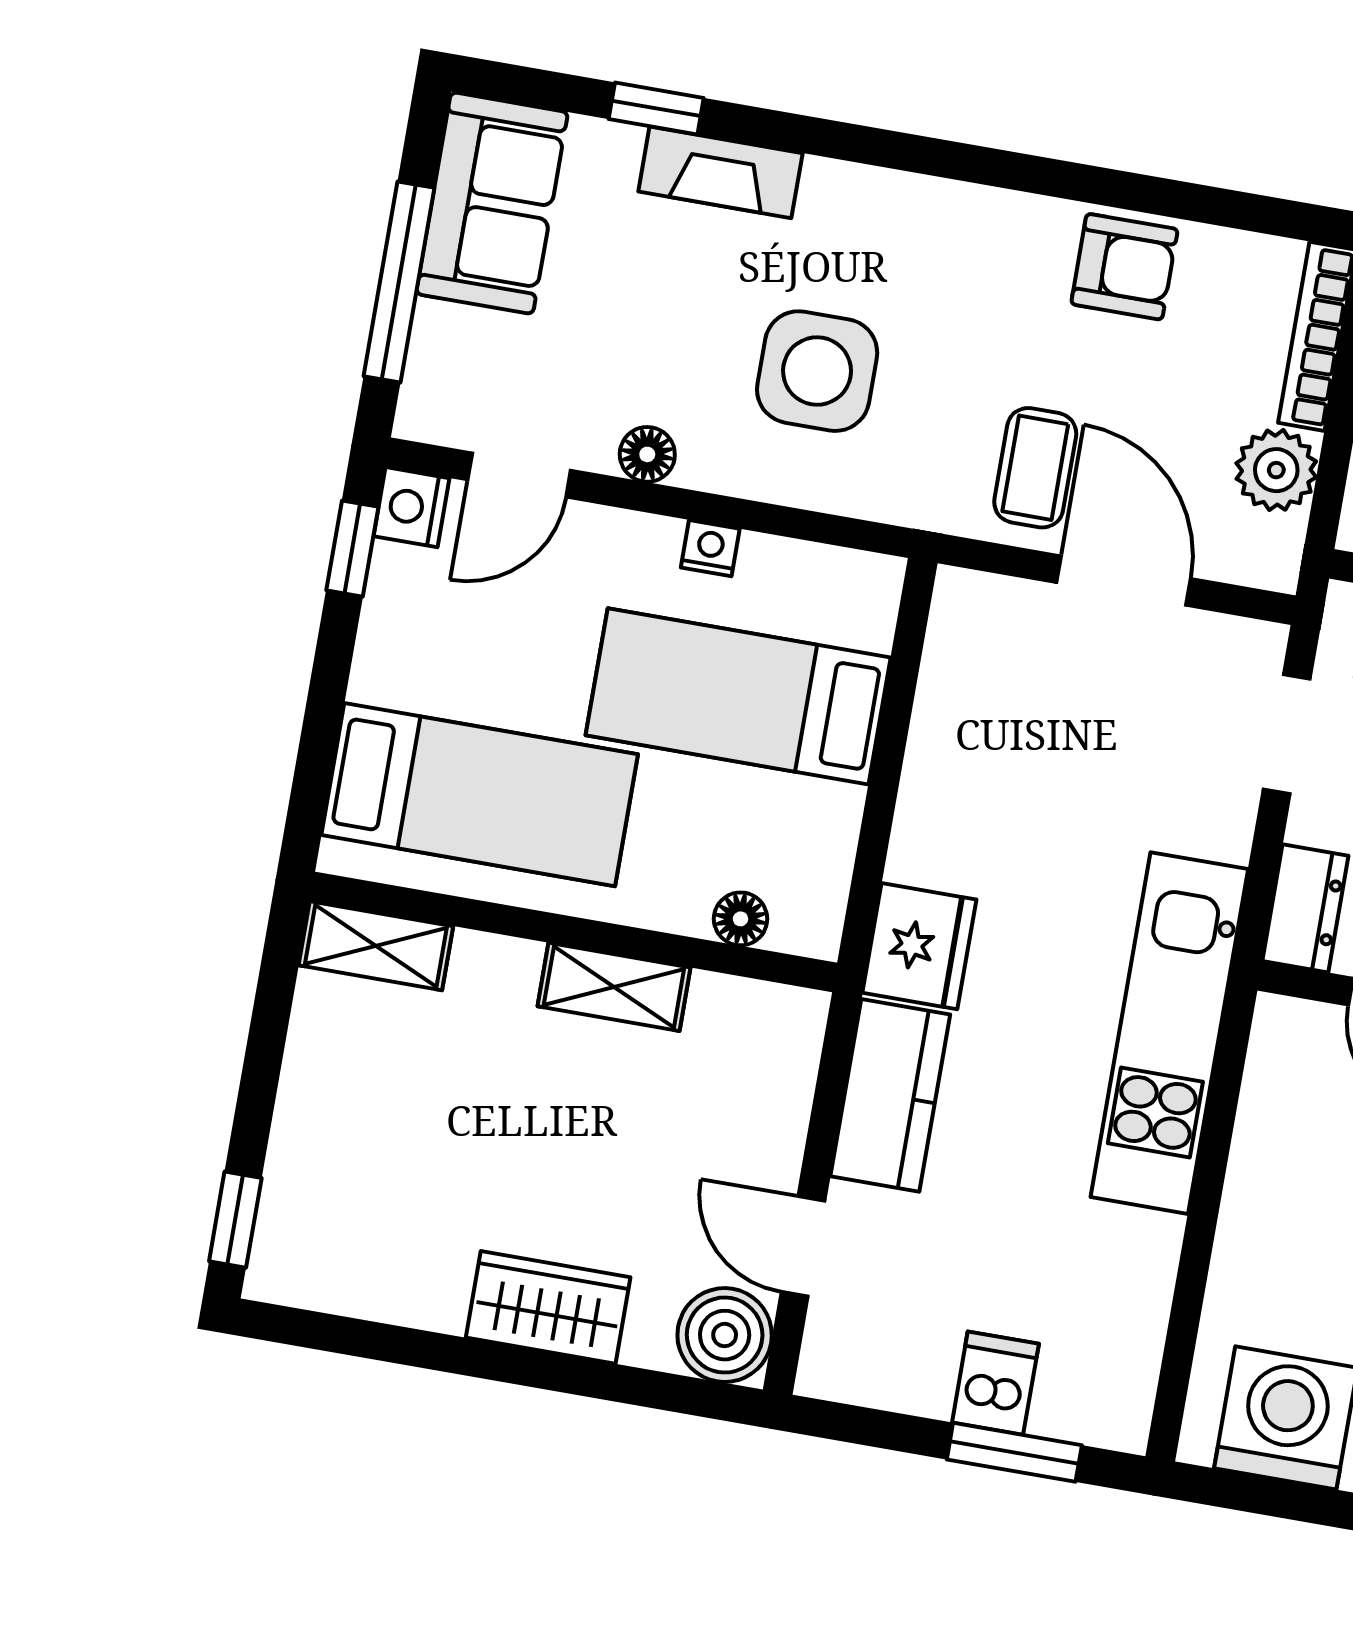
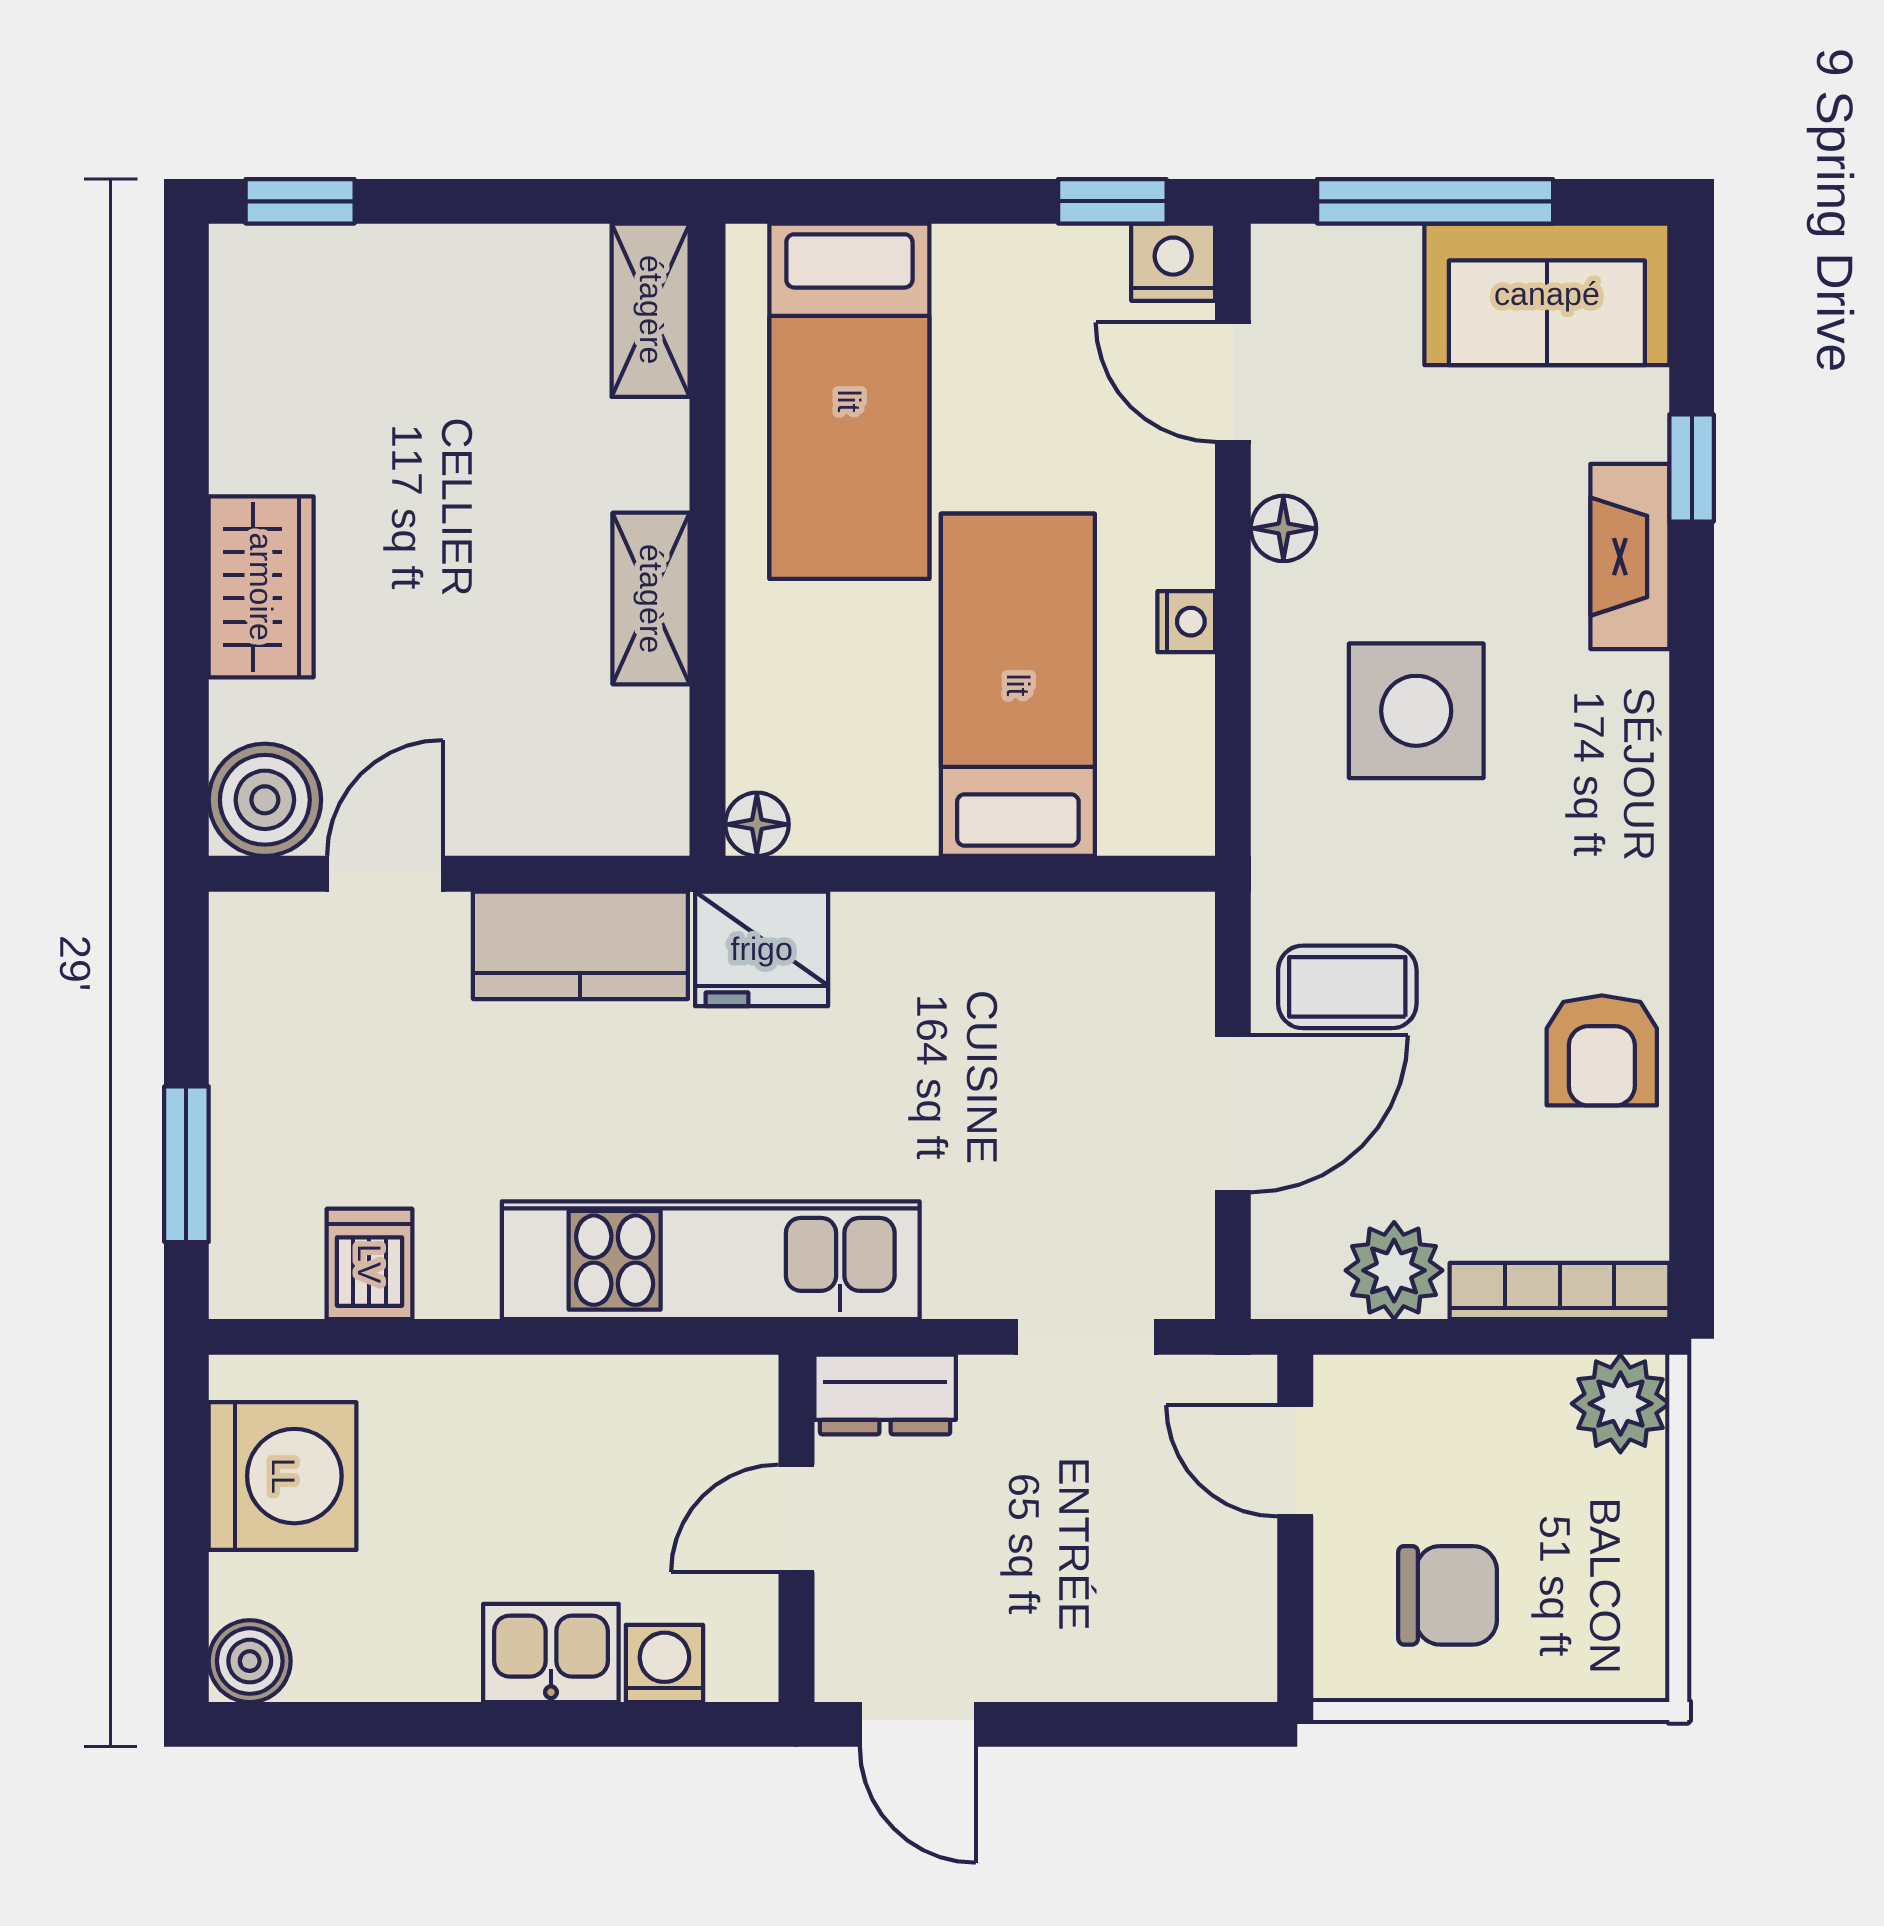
floor lamp: (741, 919) -> (757, 824), moved
dishwasher: (995, 1383) -> (369, 1264), moved, turned -90

